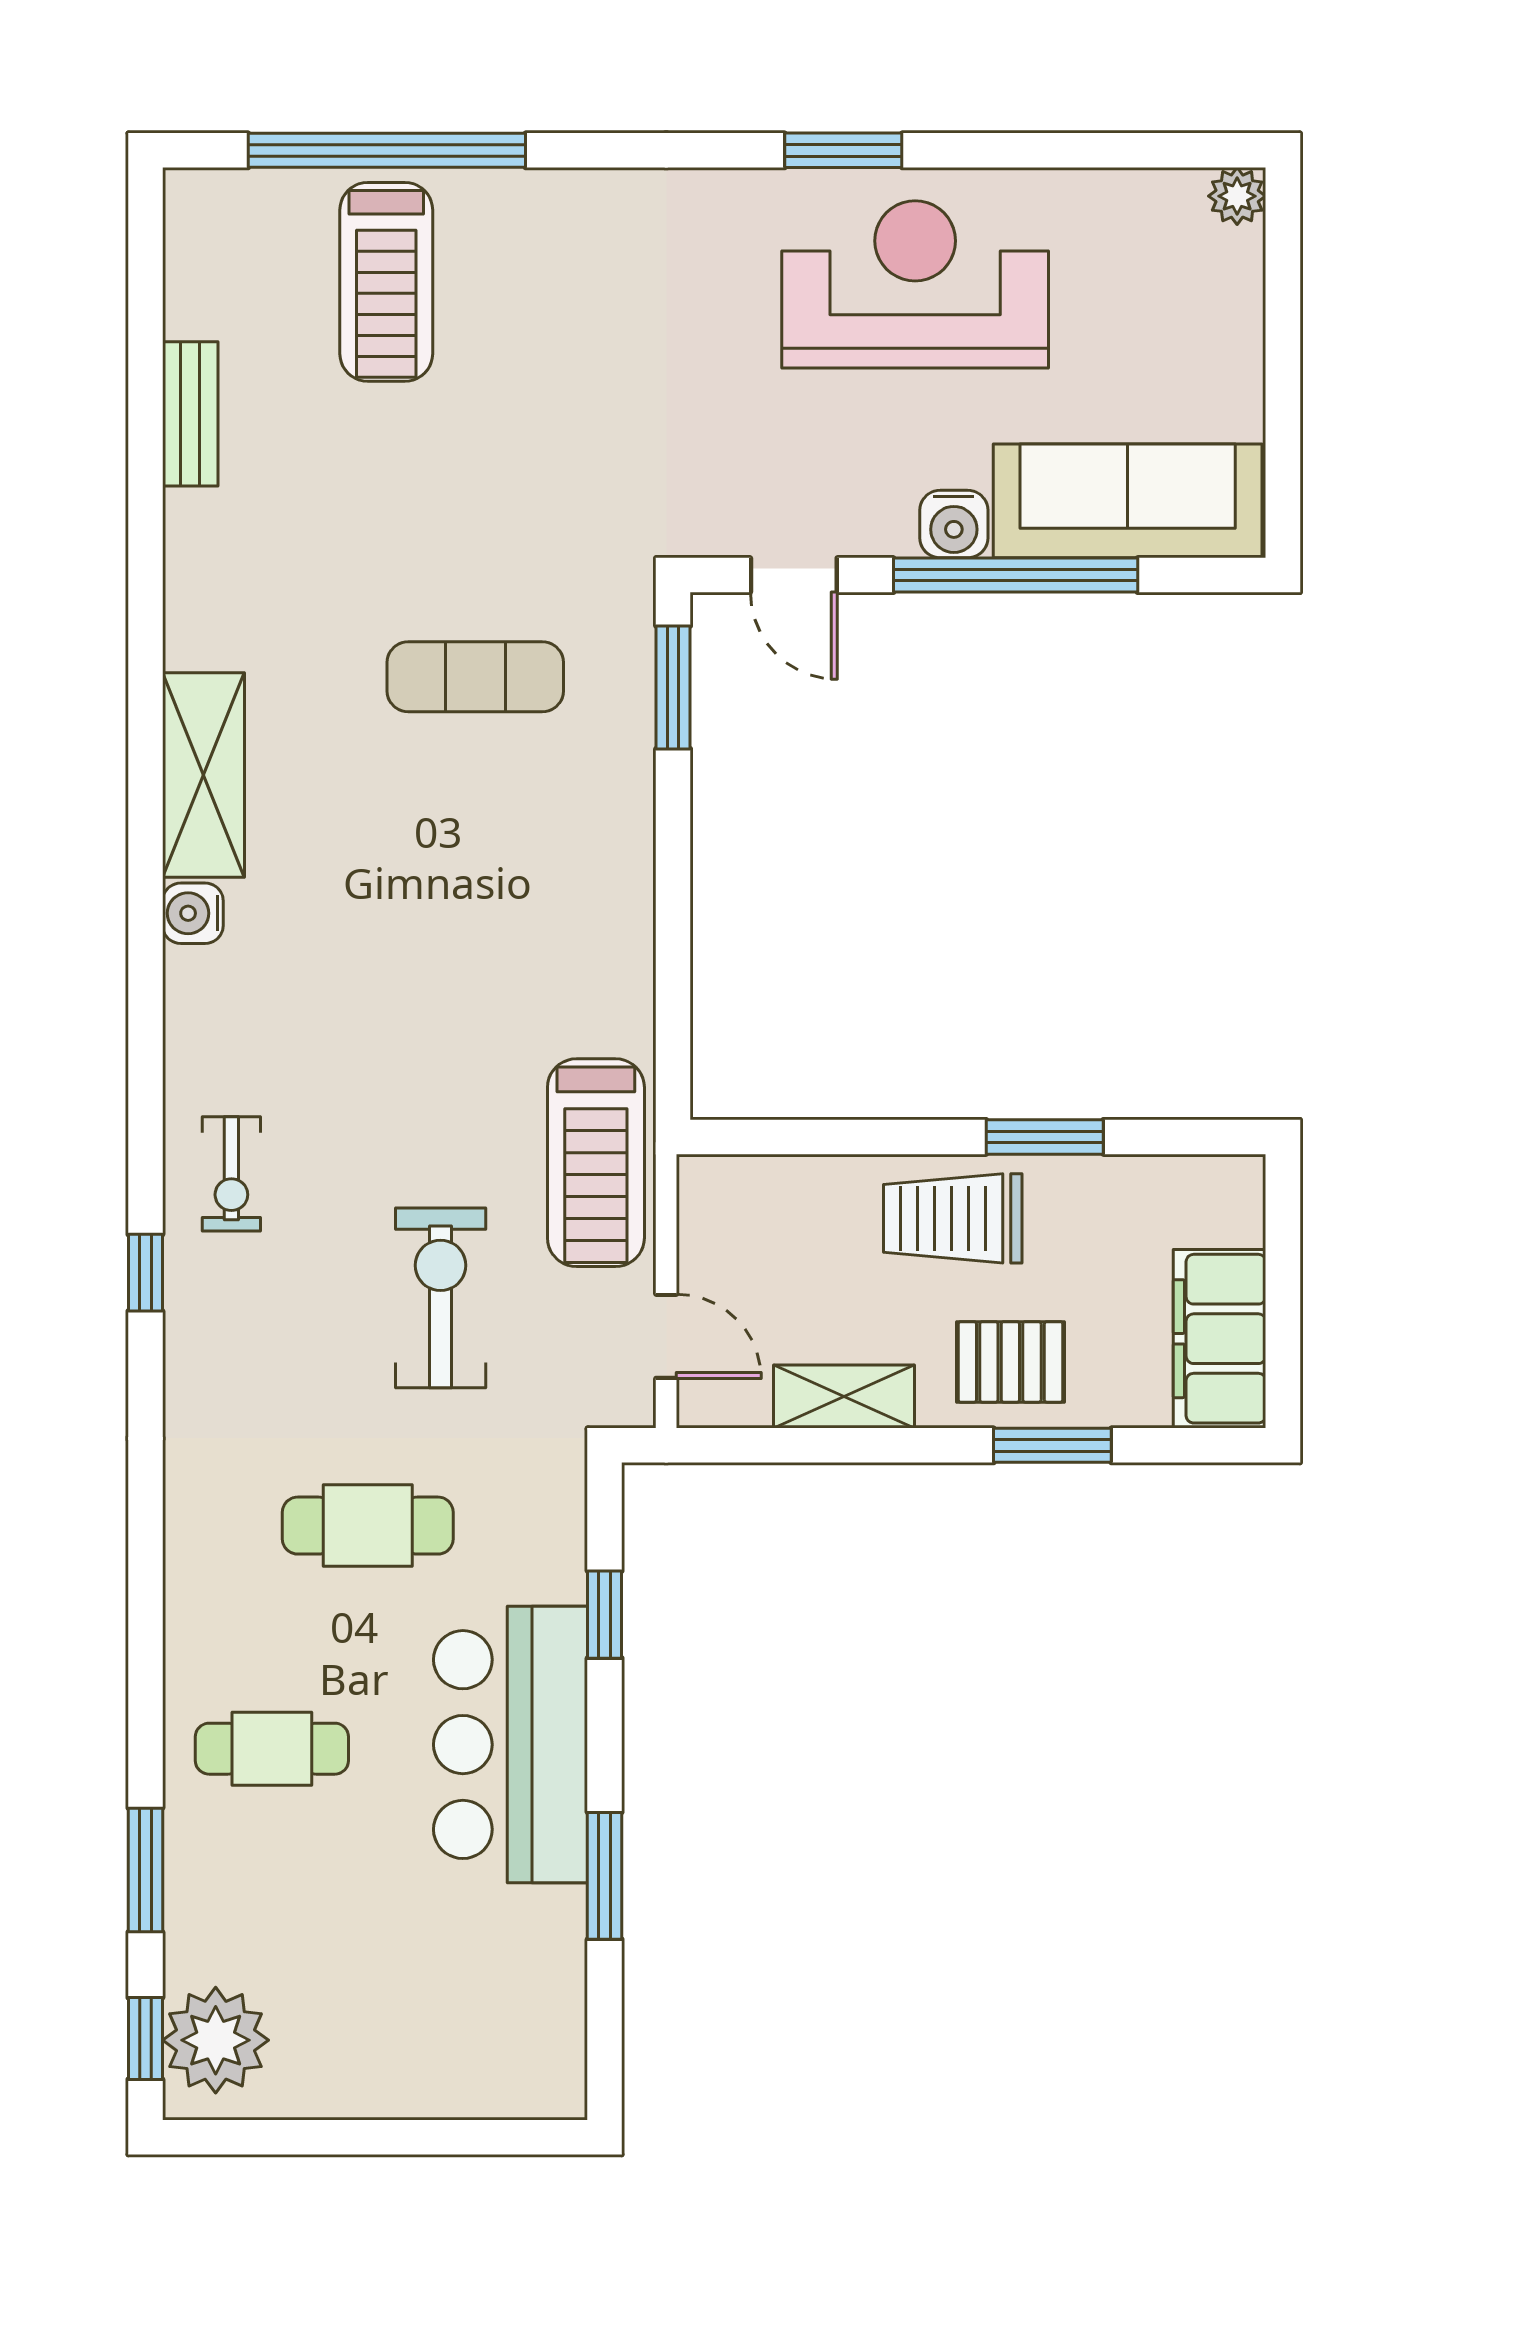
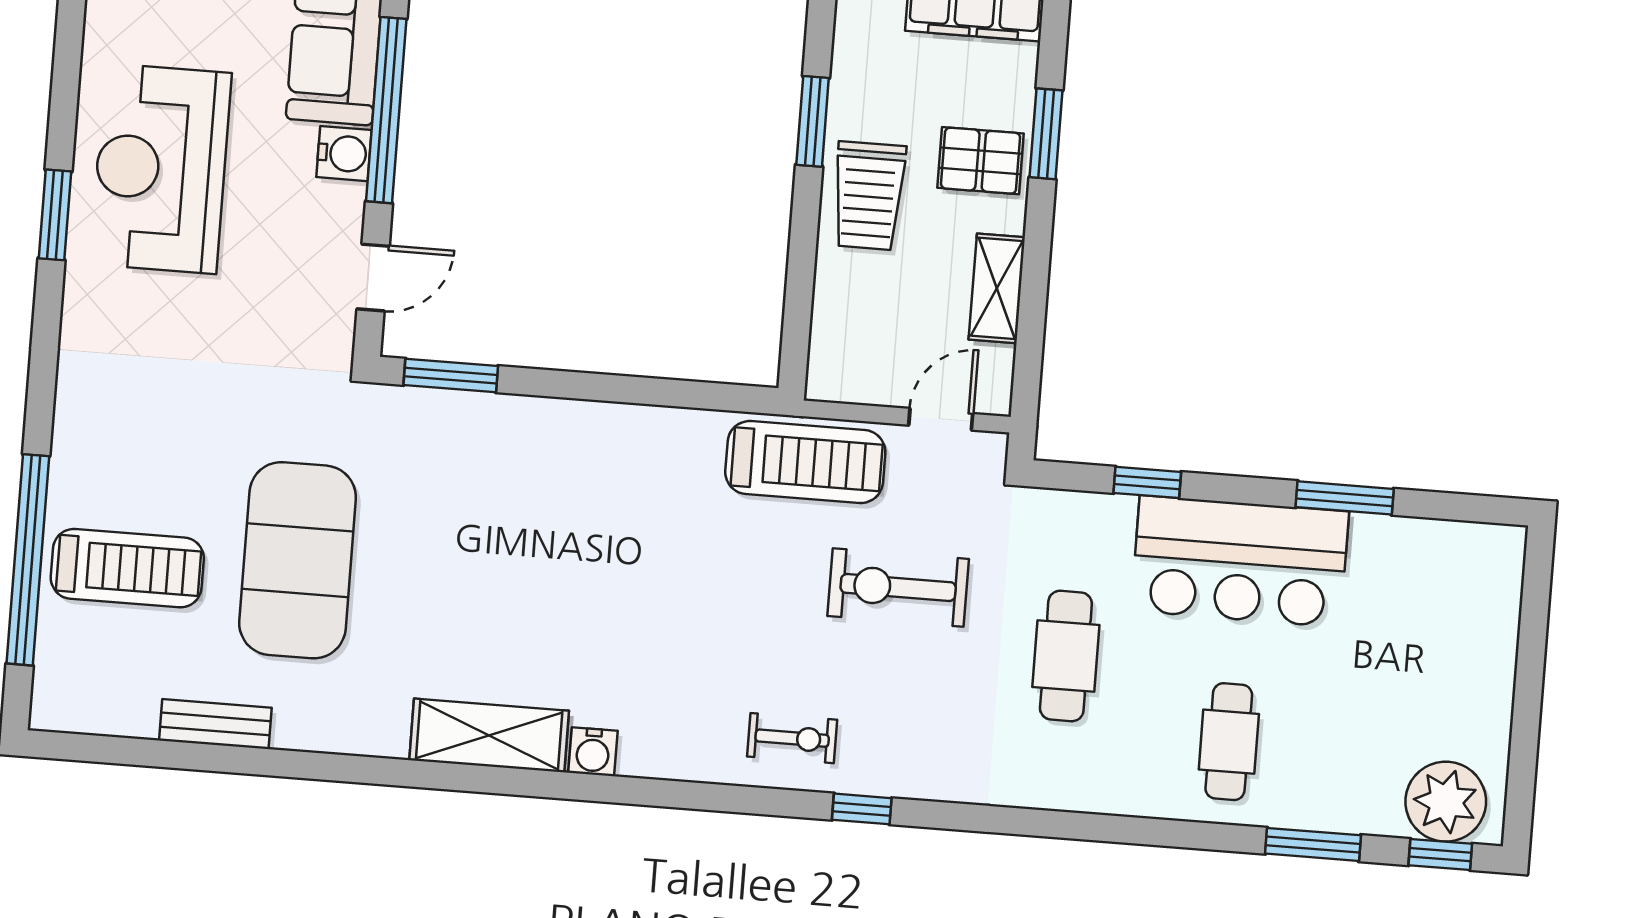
exercise mat: (475, 677) -> (298, 560), moved, width x2.00, depth x1.45
pallet: (1010, 1362) -> (981, 161), turned 90

